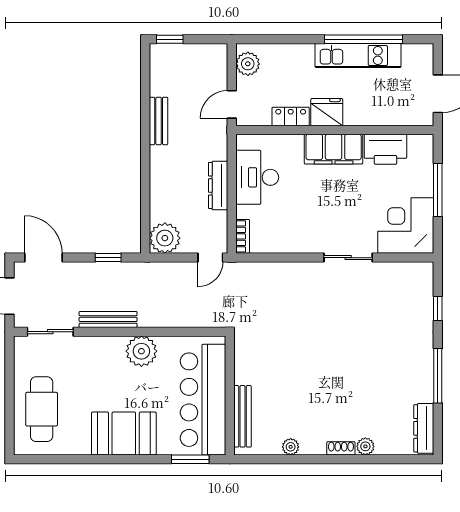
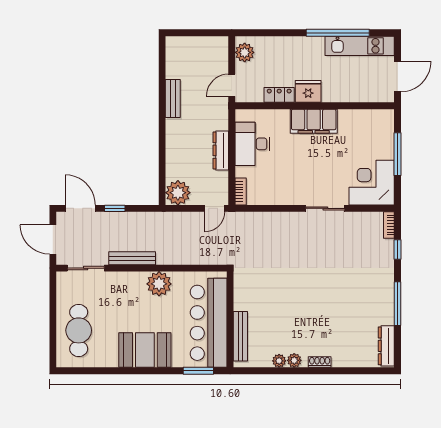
window: (170, 39) -> (182, 33), removed
kitchen unit: (358, 56) -> (360, 46), moved
printer: (385, 149) -> (355, 121), removed
window: (108, 258) -> (115, 208), moved
bookcase: (427, 278) -> (389, 225), added
plant: (365, 446) -> (294, 360), moved

